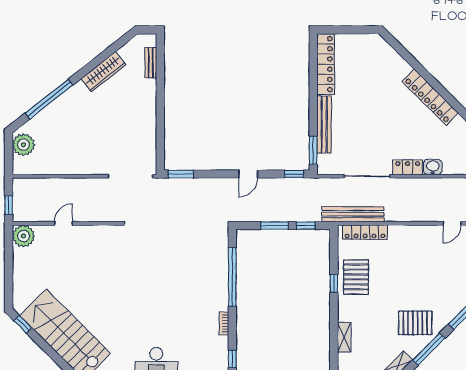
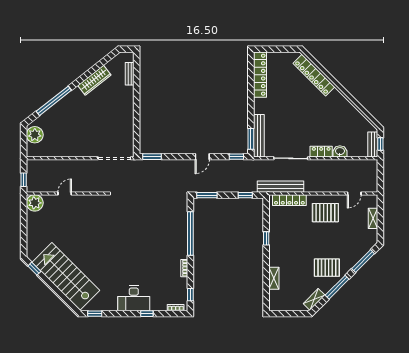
locker: (430, 97) -> (314, 75), moved
bench: (324, 124) -> (259, 136), moved
window: (275, 226) -> (207, 195), moved
pallet: (356, 277) -> (325, 213), moved, turned 90

